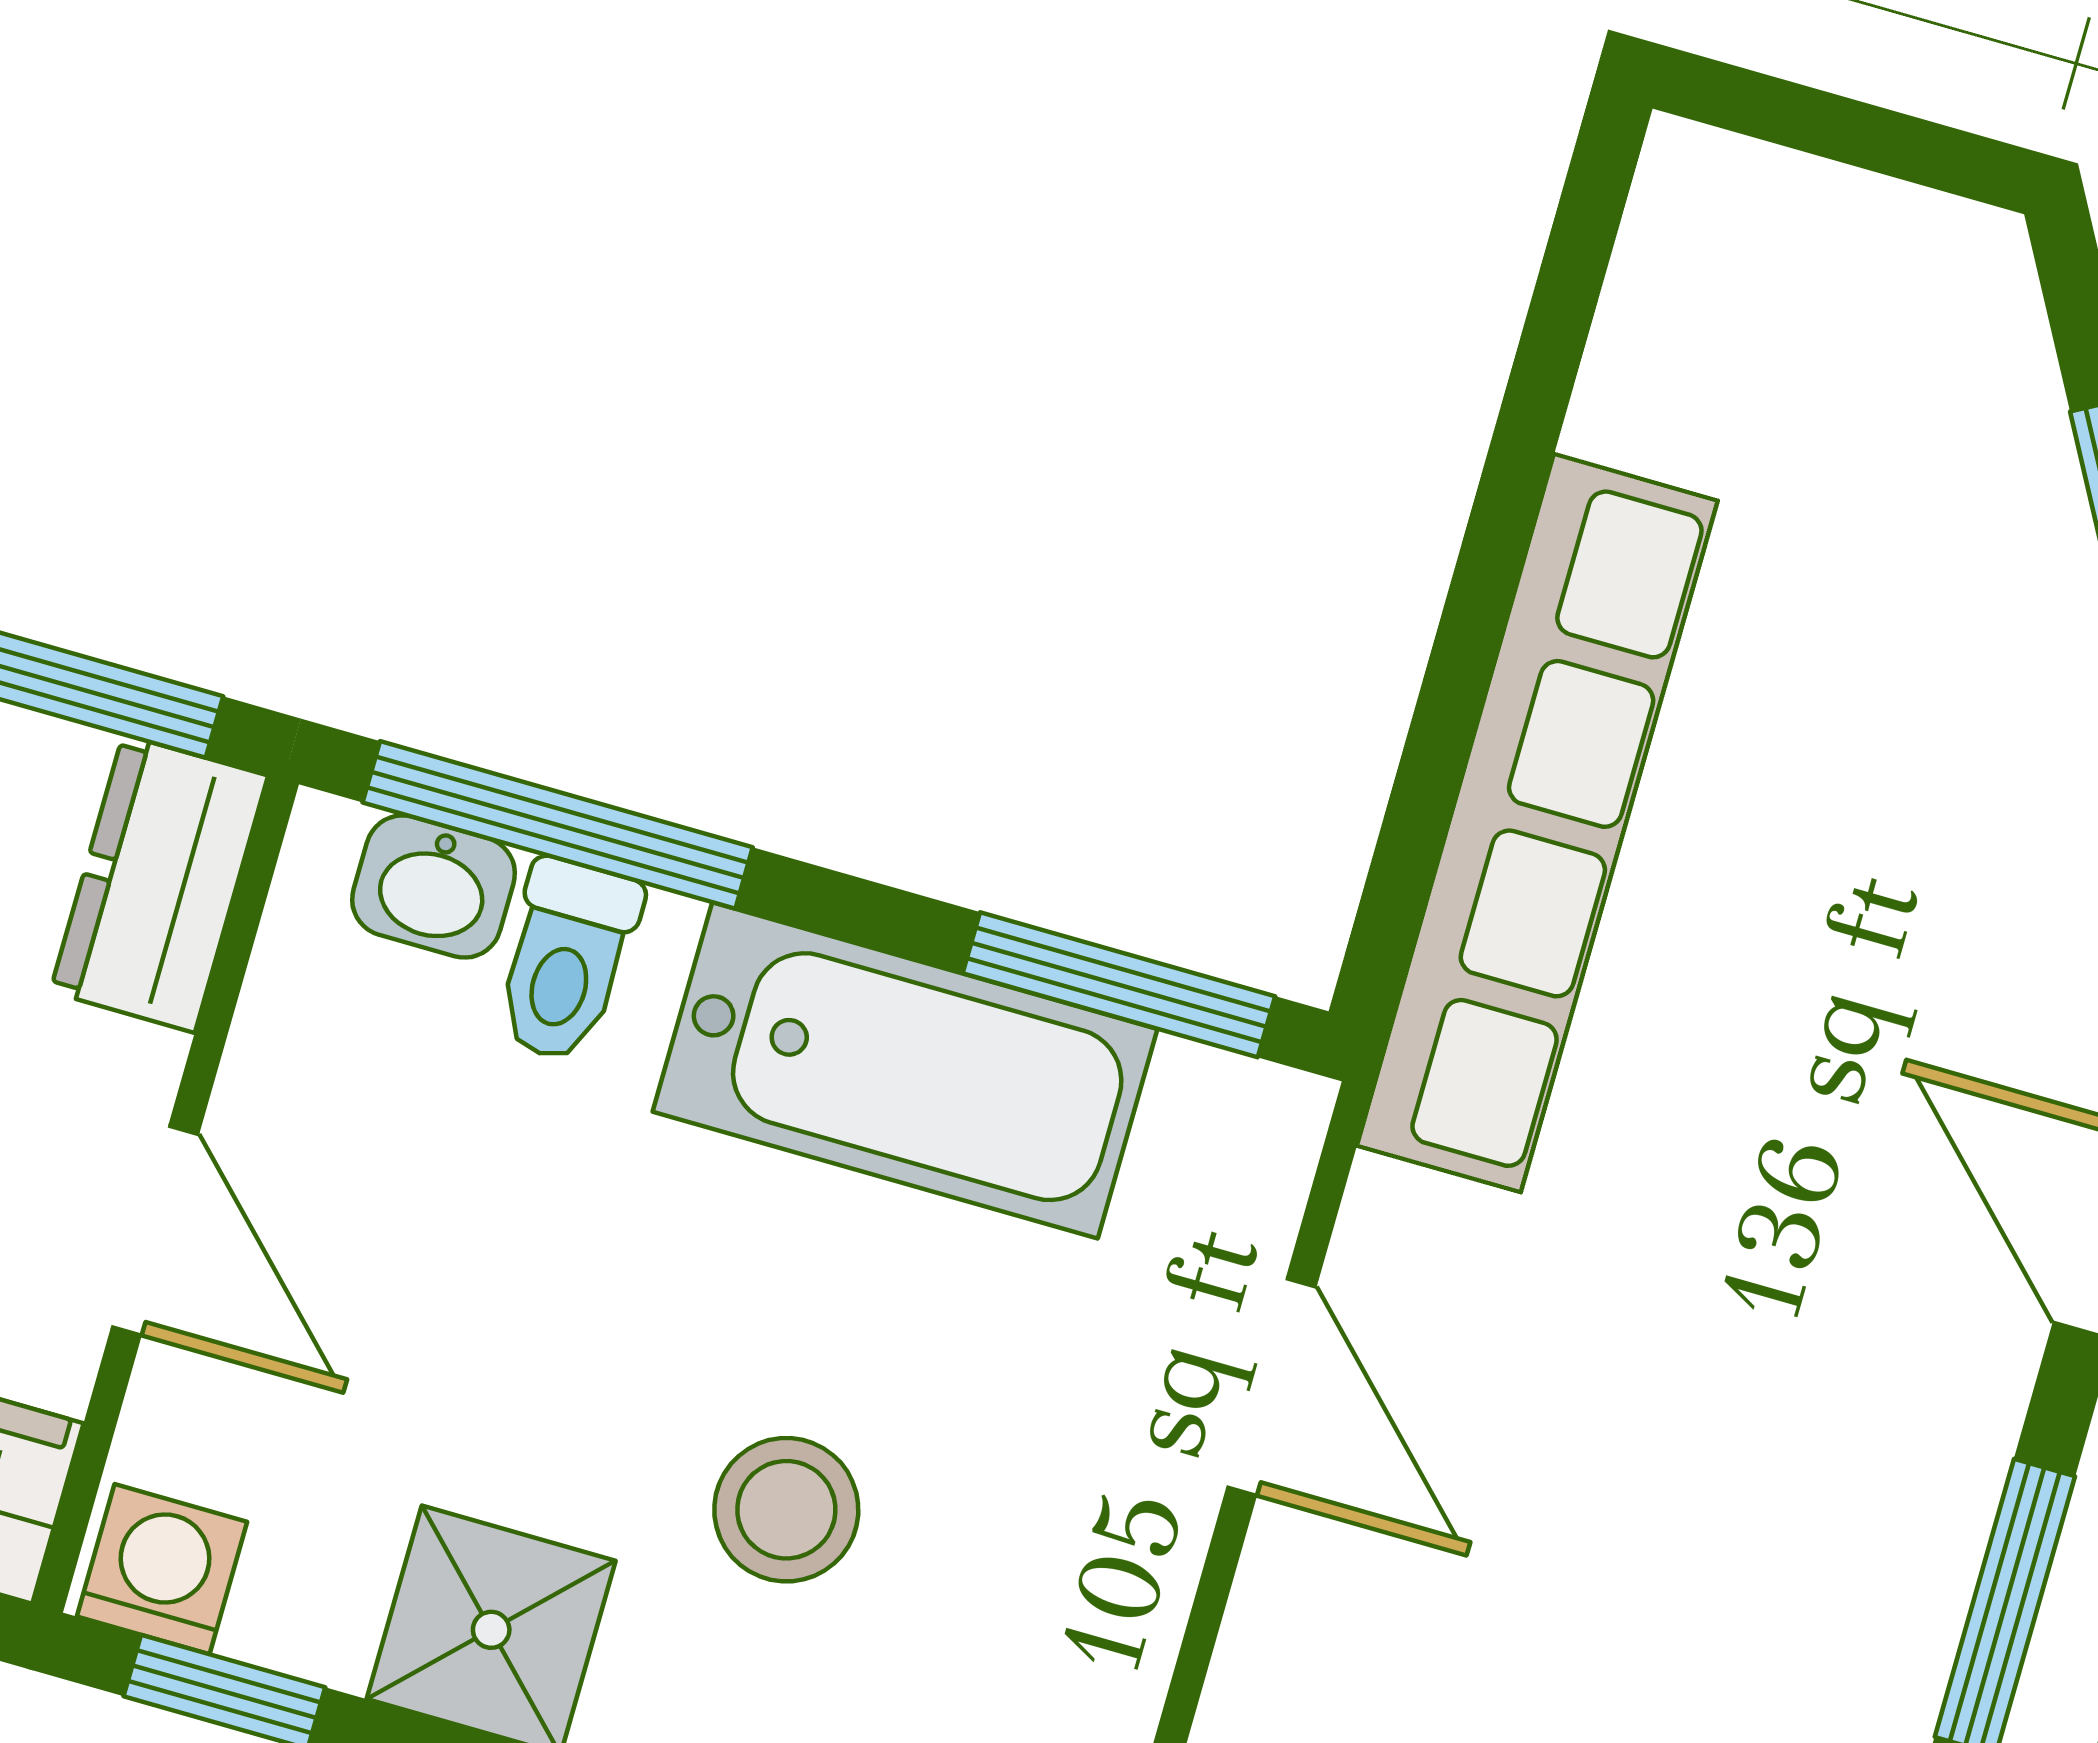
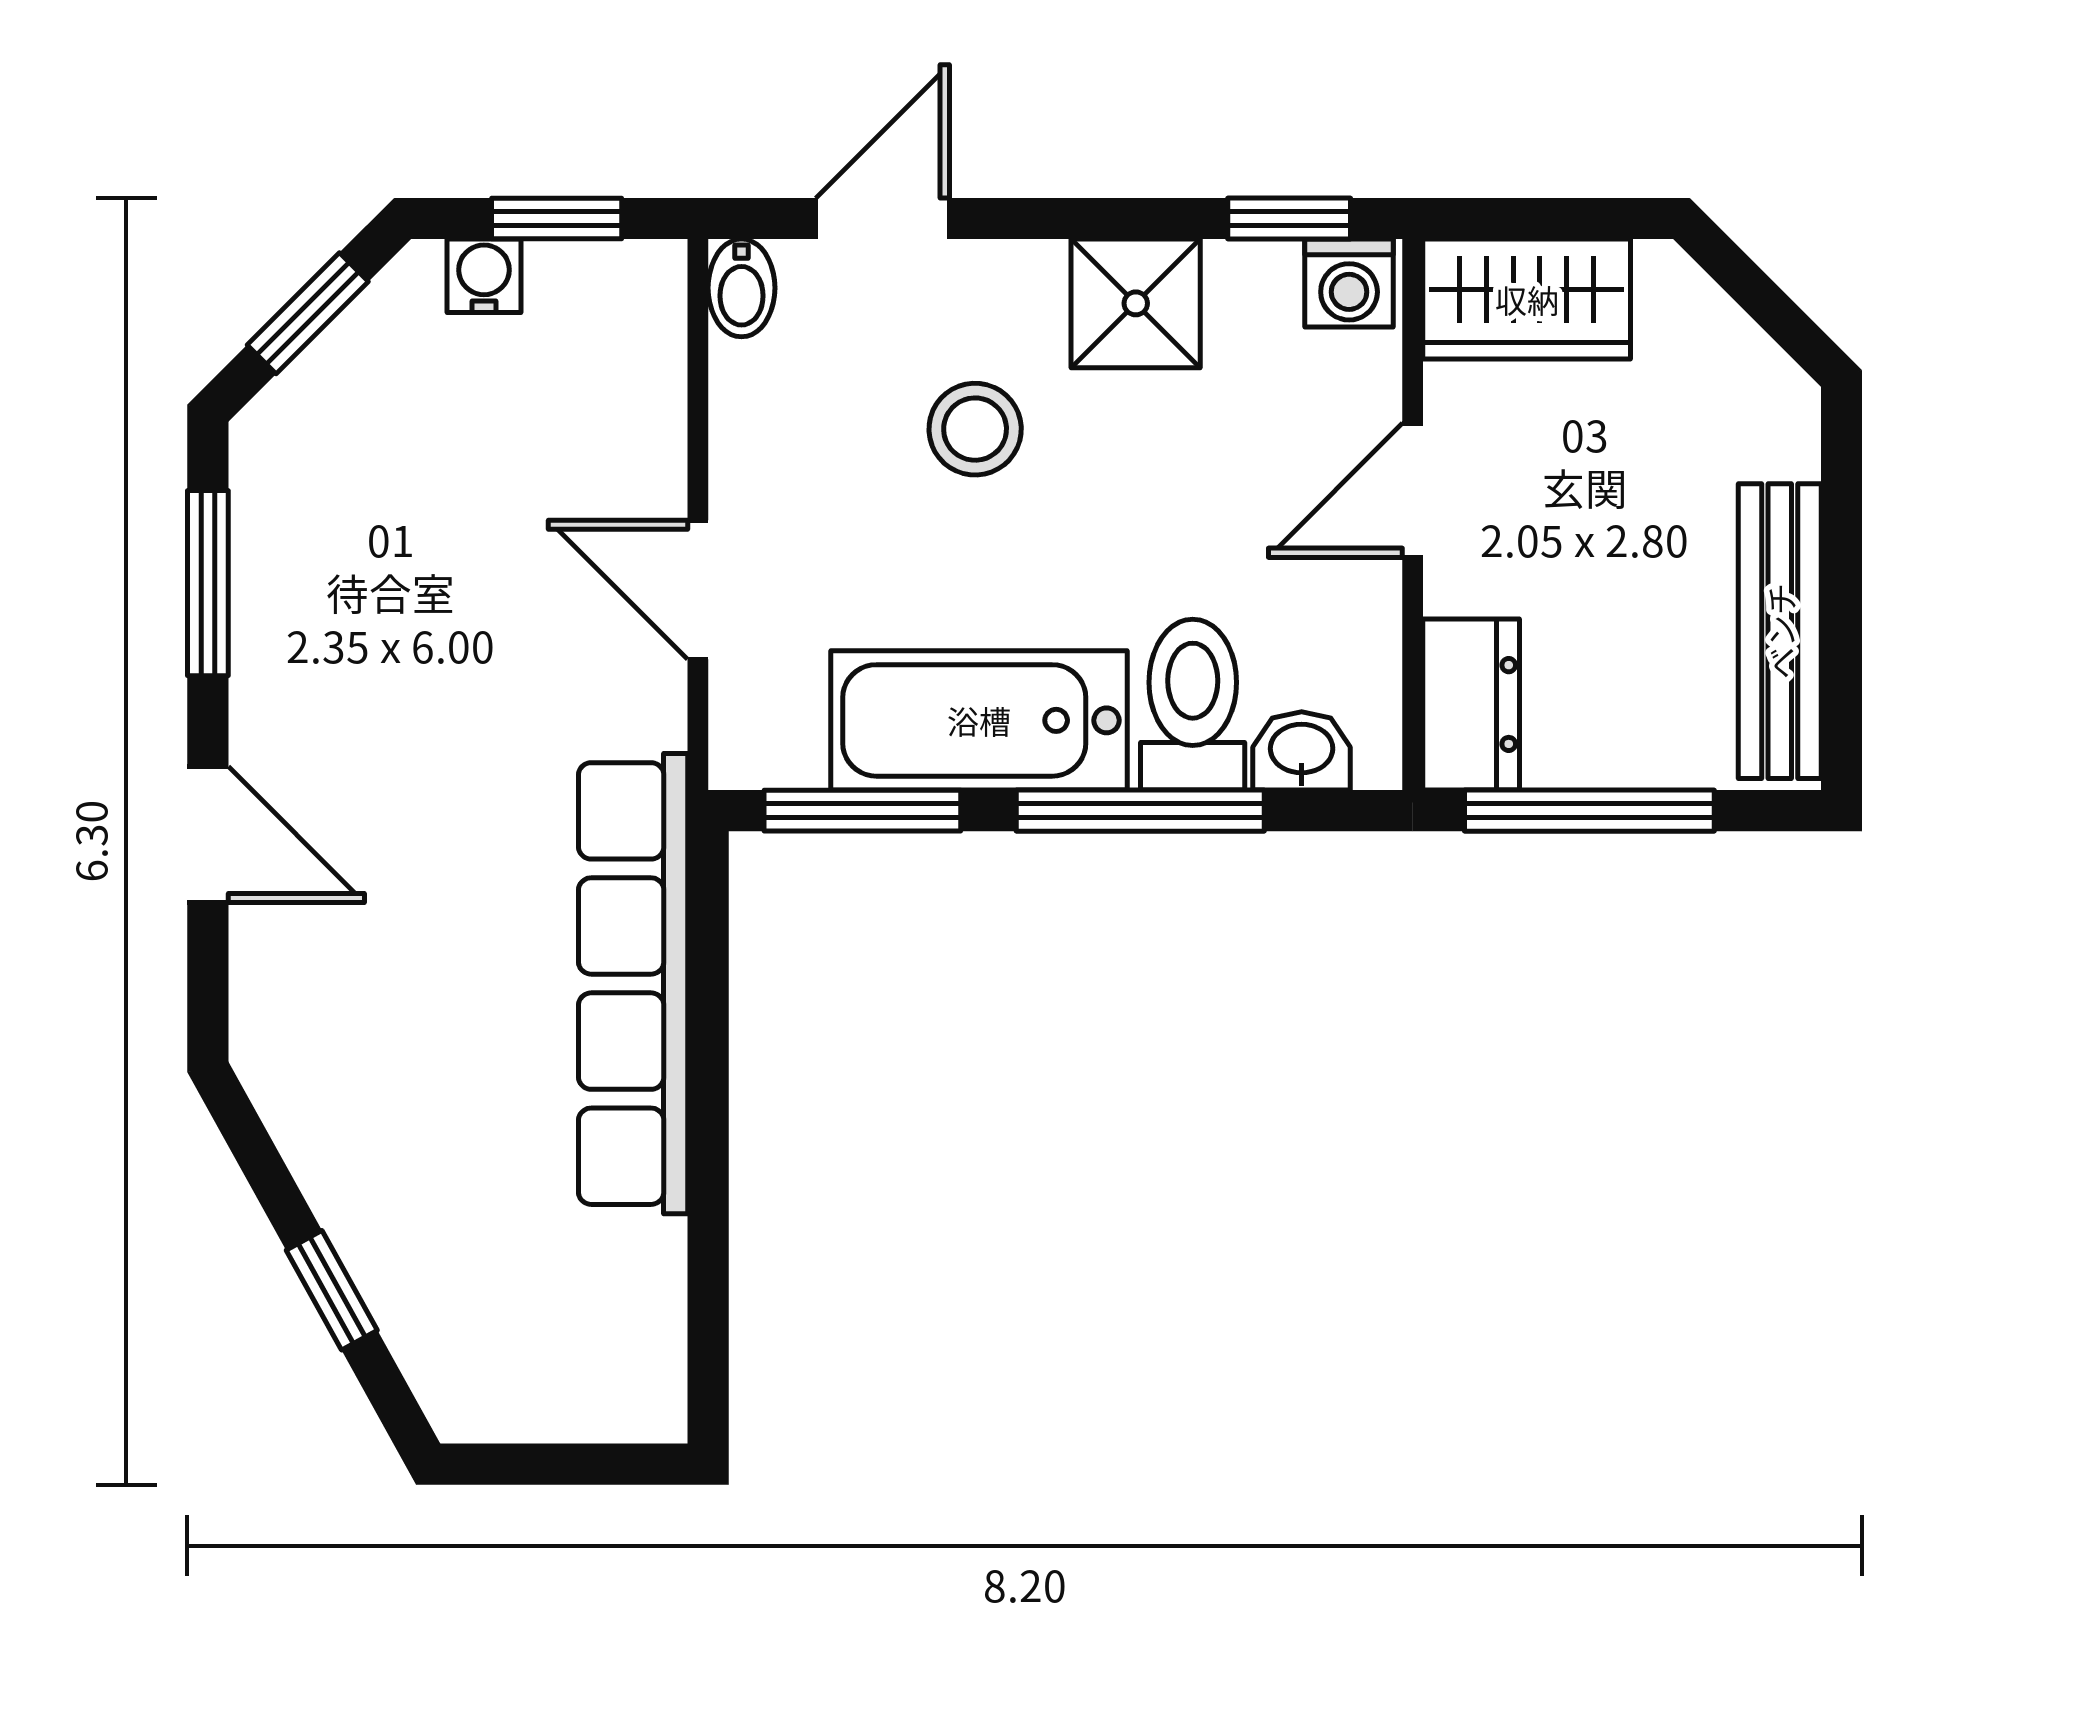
window: (558, 825) -> (1140, 811), moved
toilet: (566, 961) -> (1193, 705), width x1.37, depth x1.39
door: (155, 1231) -> (1413, 490), hinge flipped

